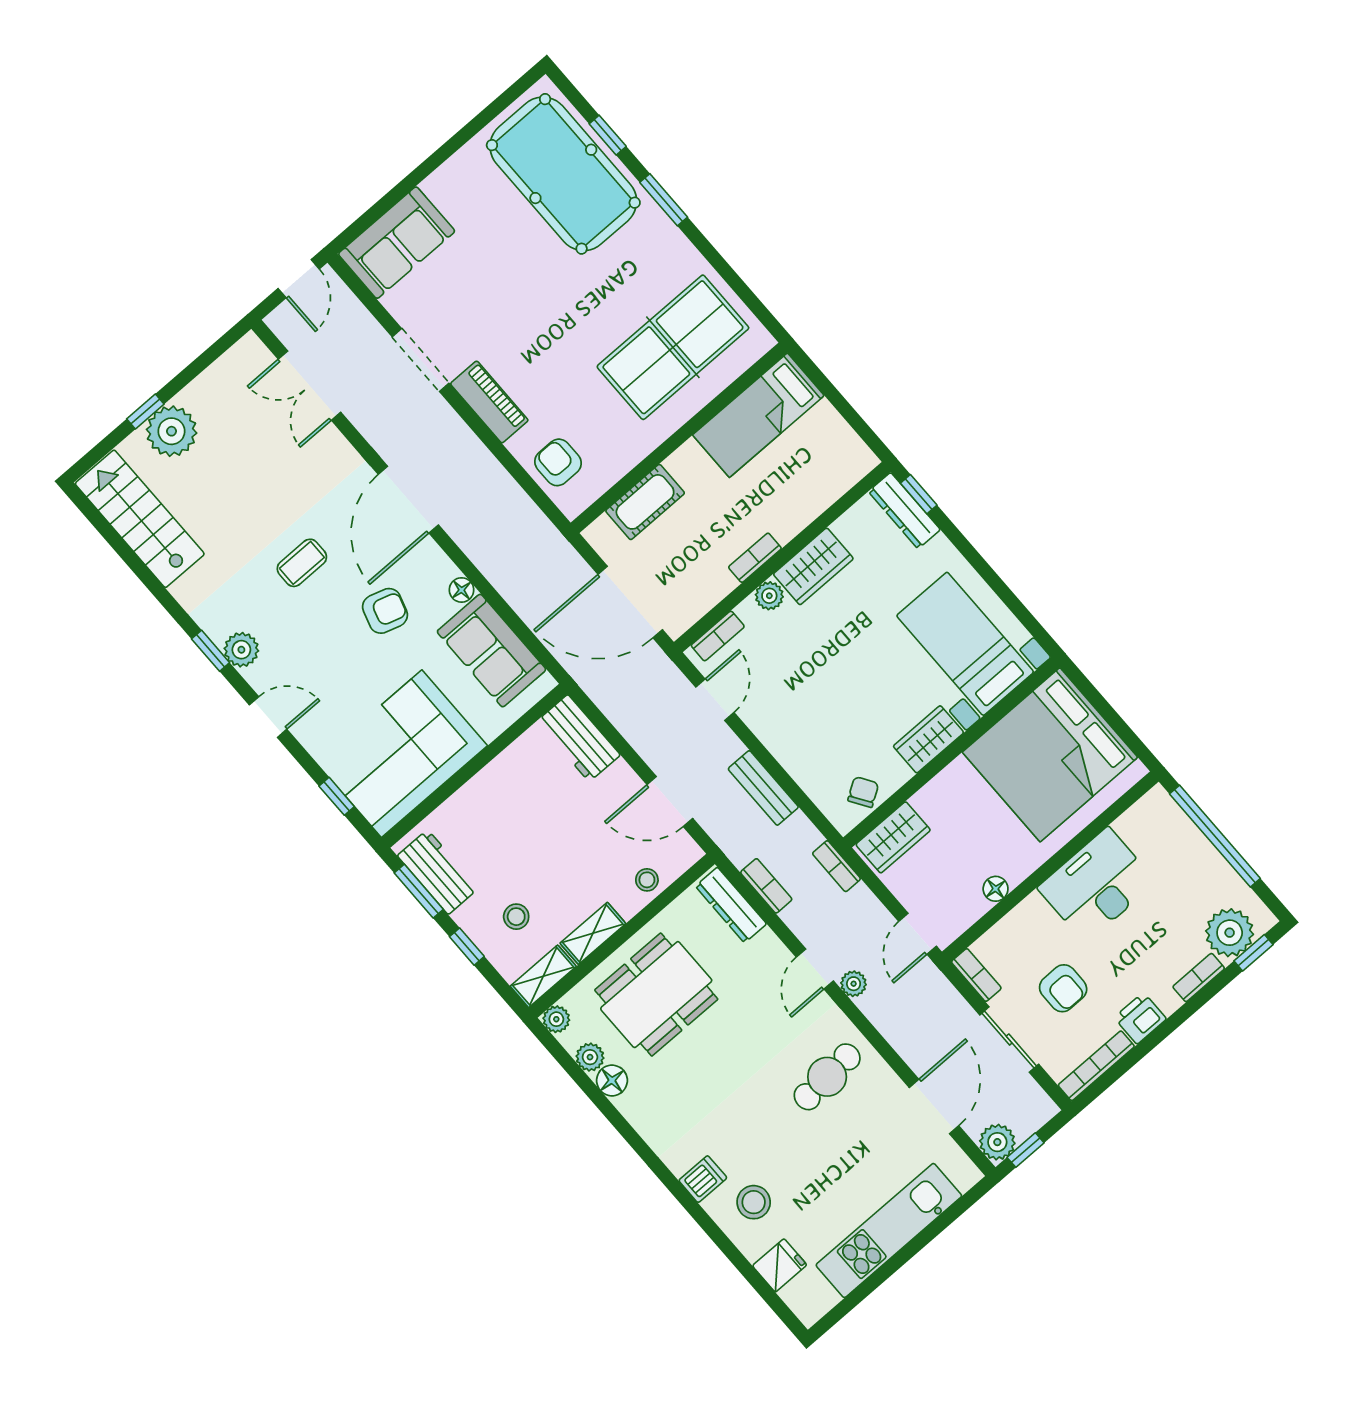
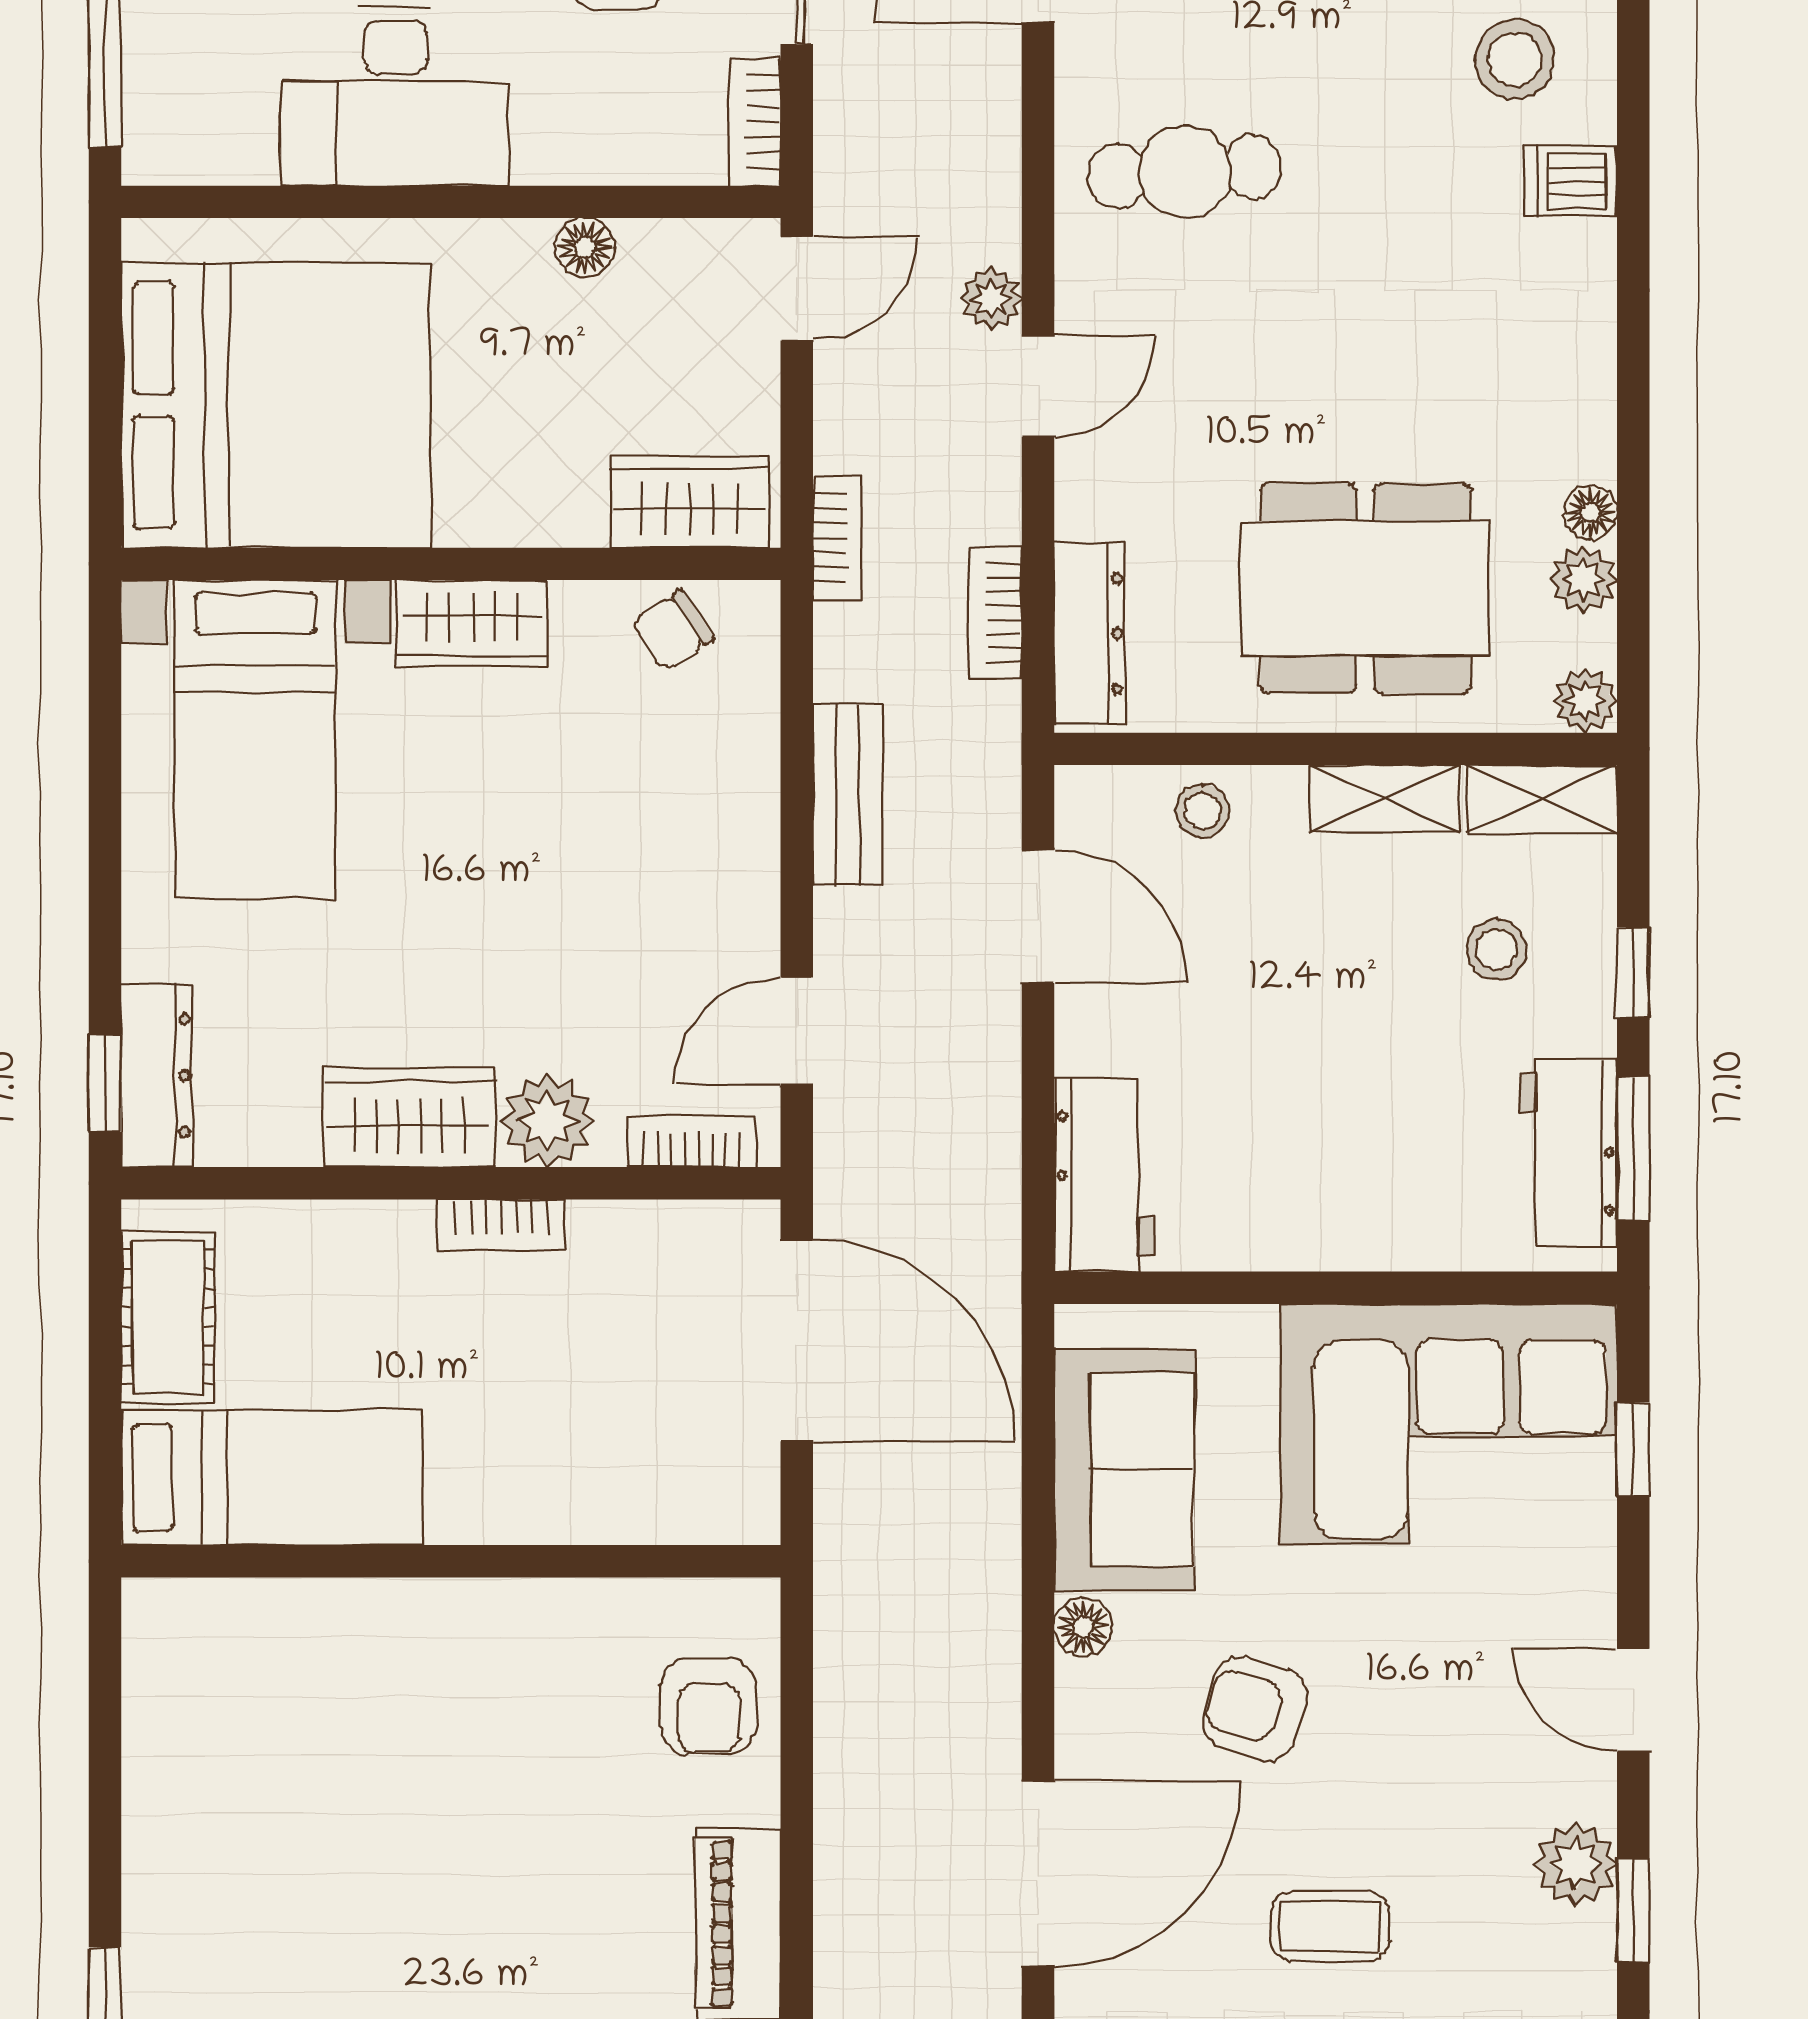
table tennis table: (673, 347) -> (320, 1735), removed
cot: (645, 502) -> (168, 1317), moved, turned 90
plant: (769, 596) -> (548, 1121), width x1.38, depth x1.38
floor lamp: (612, 1080) -> (1590, 512), width x0.73, depth x0.73

